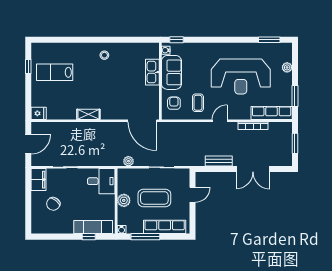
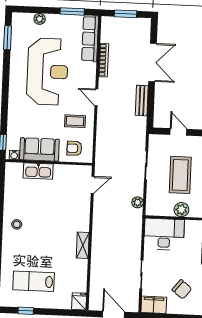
lab bench: (55, 72) -> (34, 281), turned 90
door: (142, 121) -> (93, 185), width x0.53
desk: (101, 181) -> (164, 234), width x1.37

